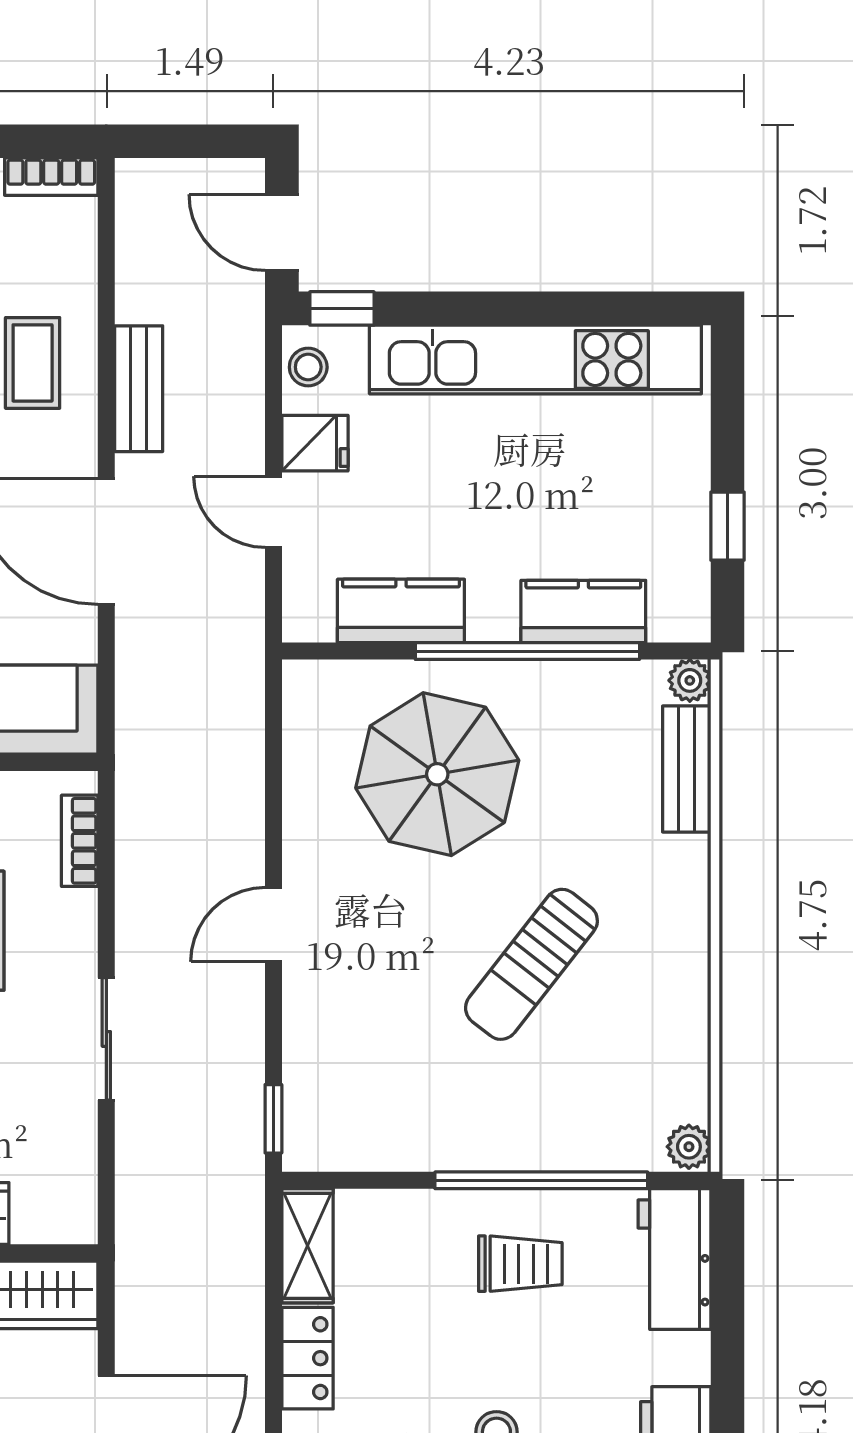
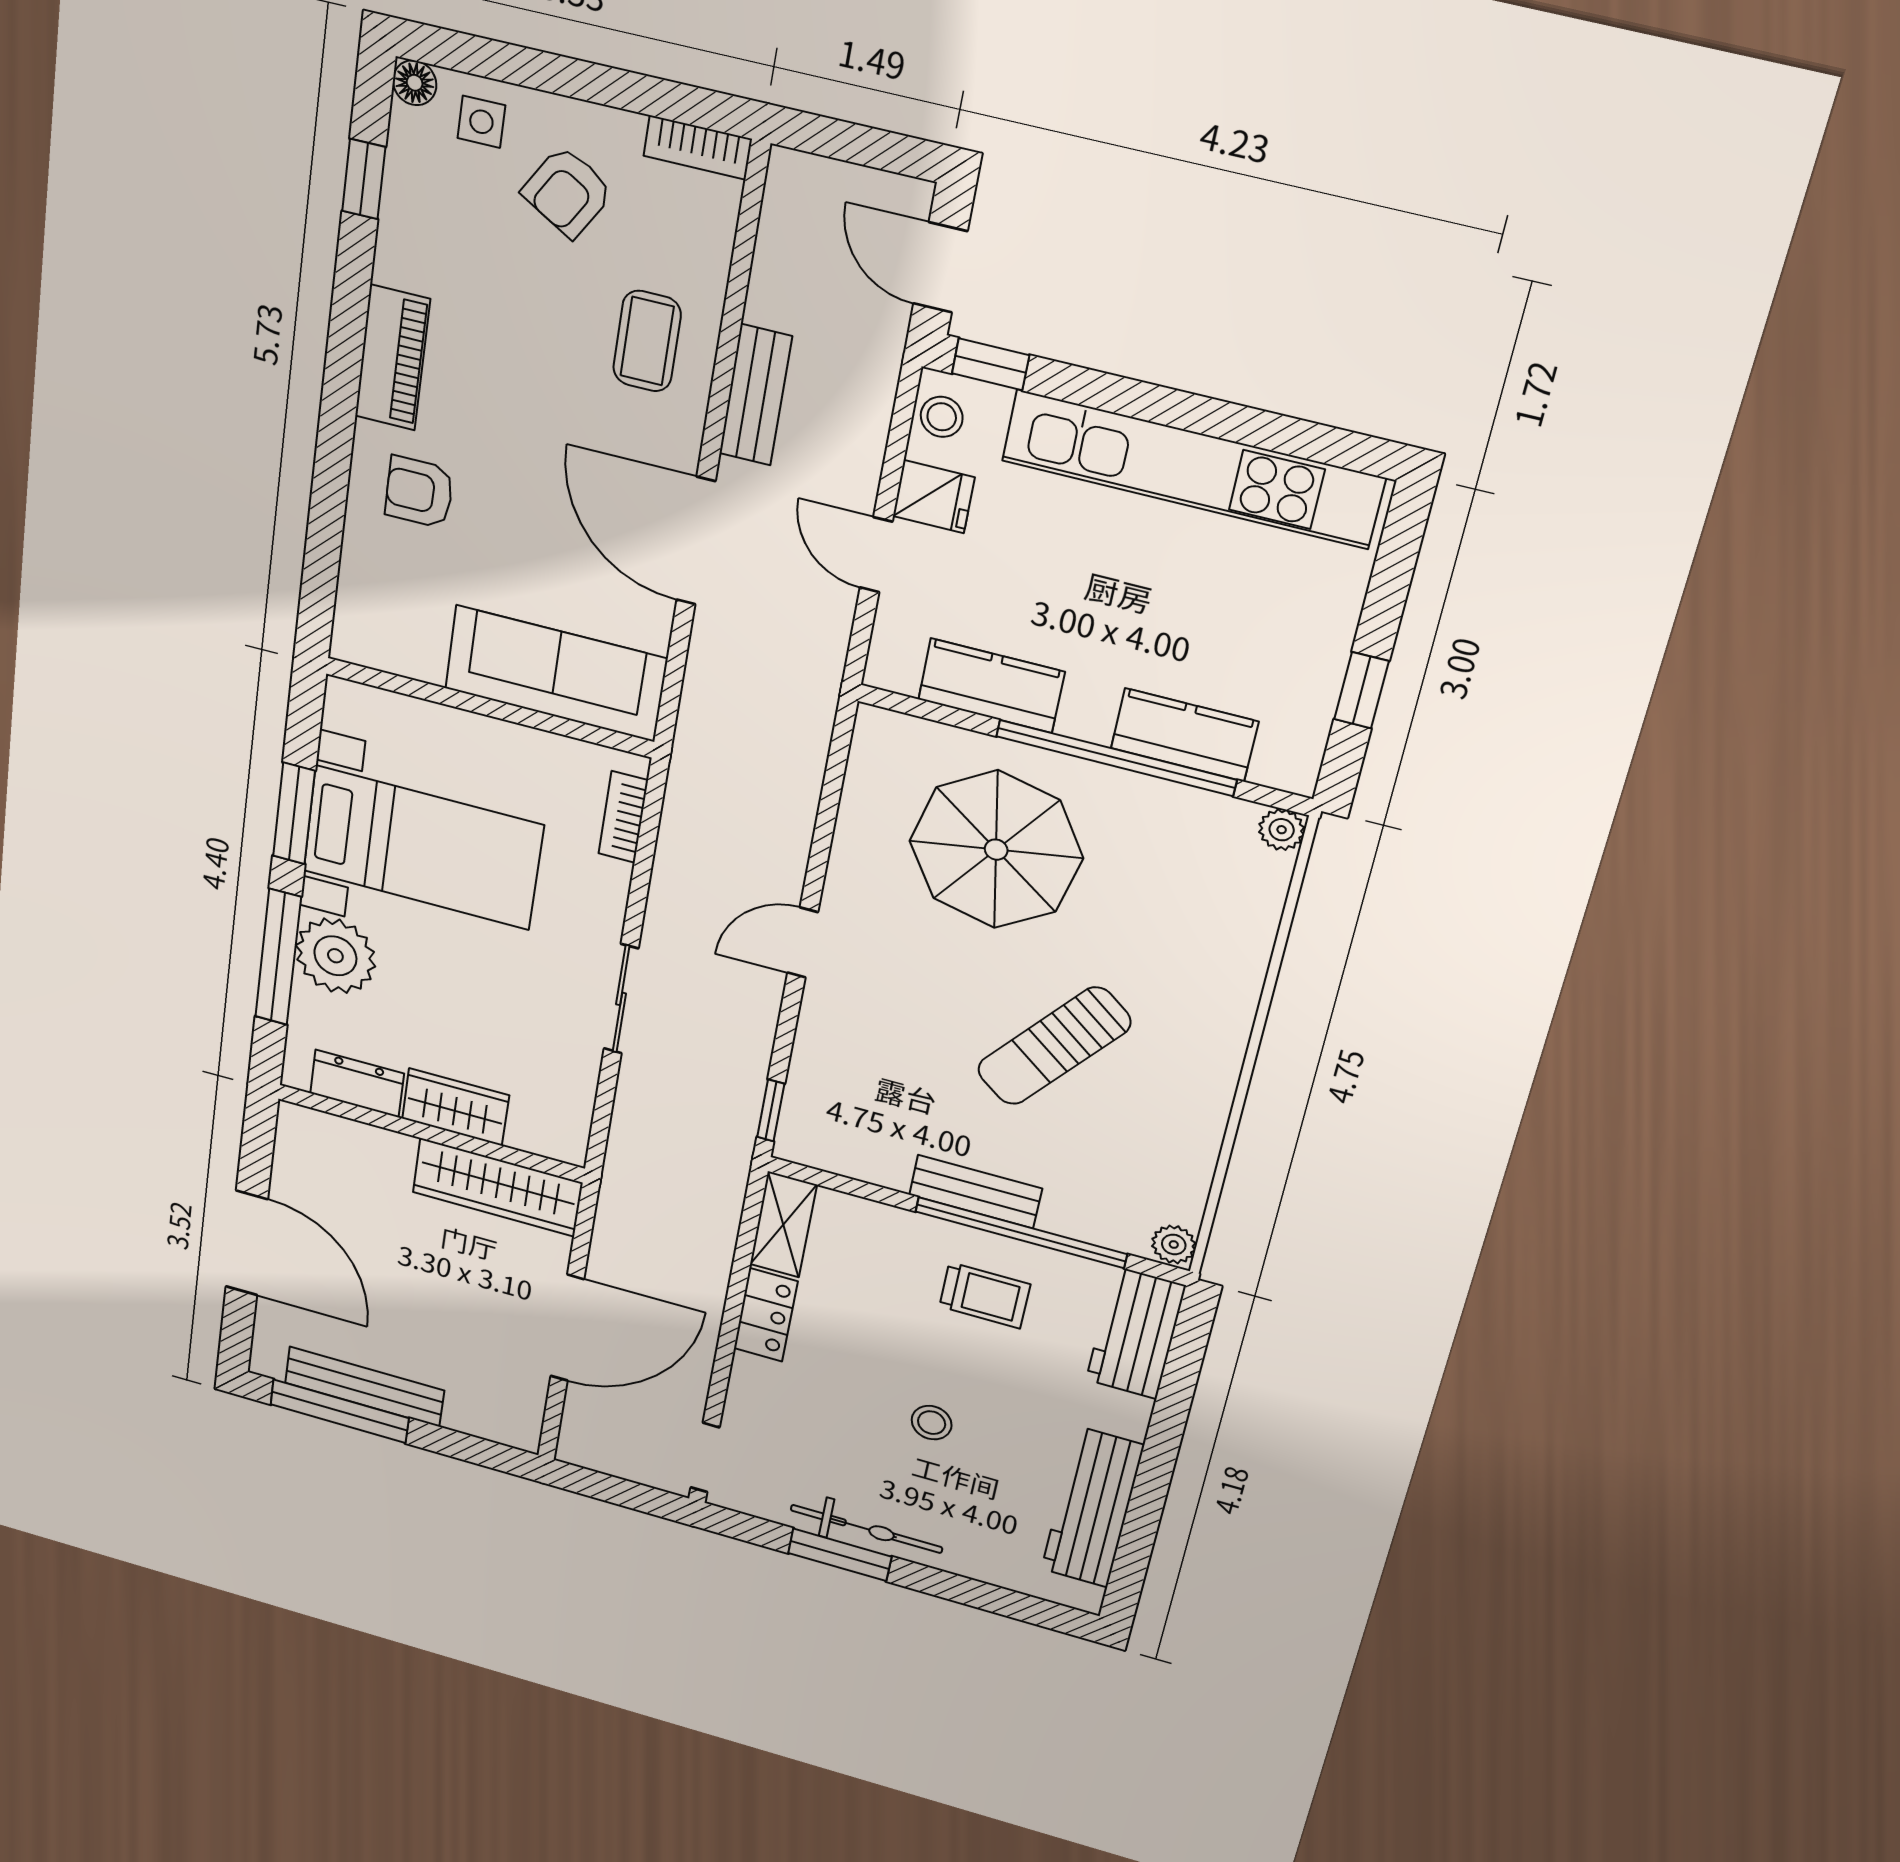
bench: (687, 769) -> (976, 1192), moved, turned 90

